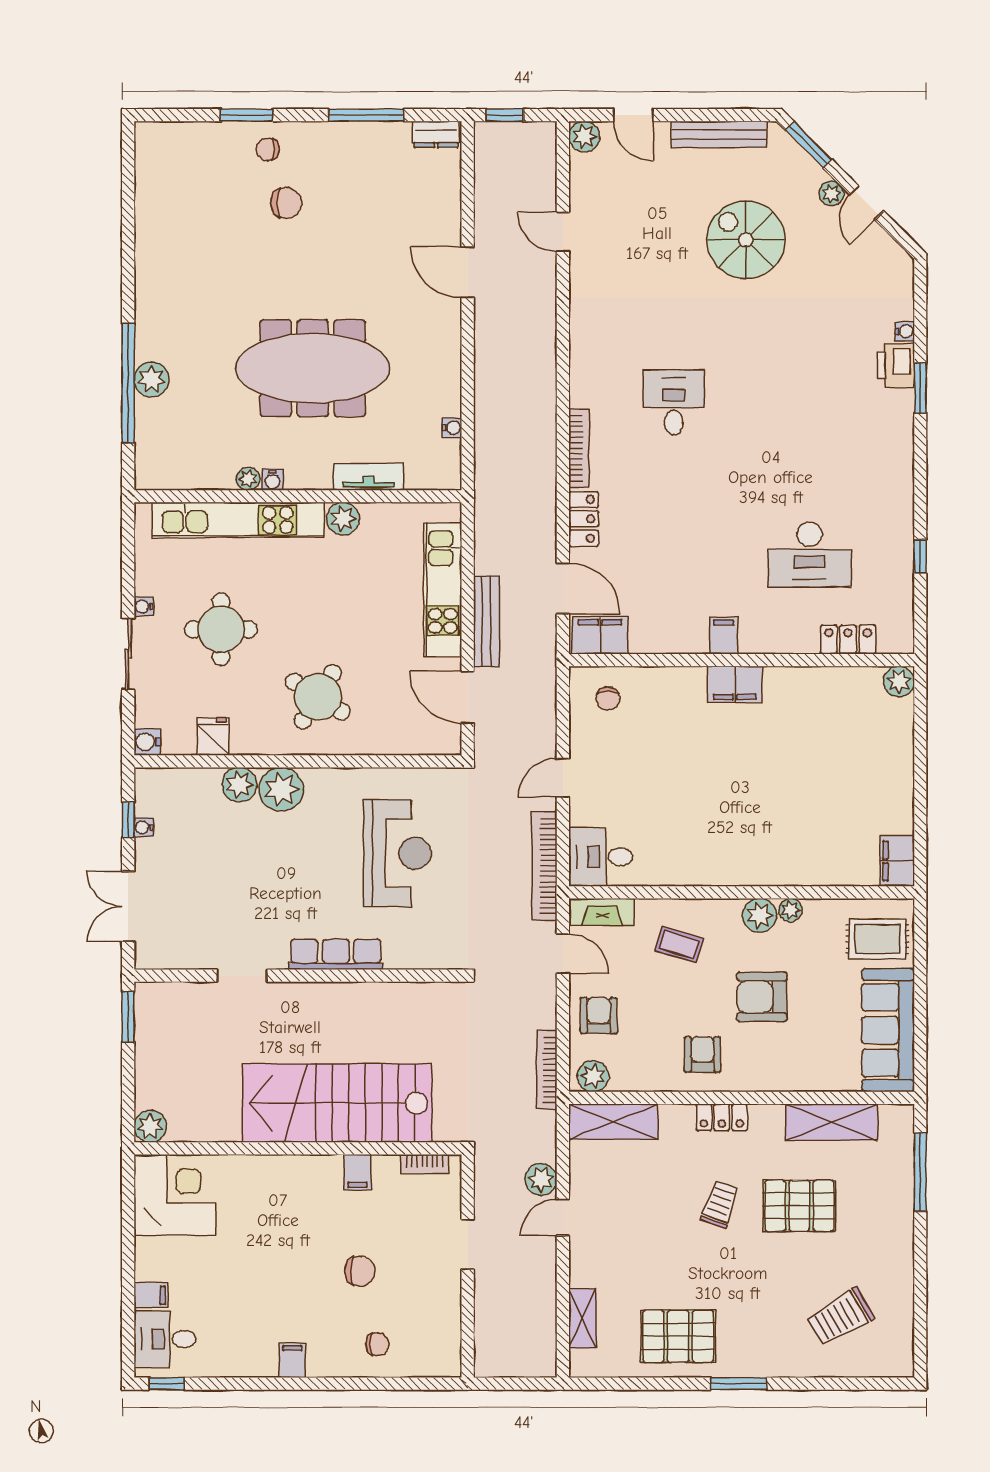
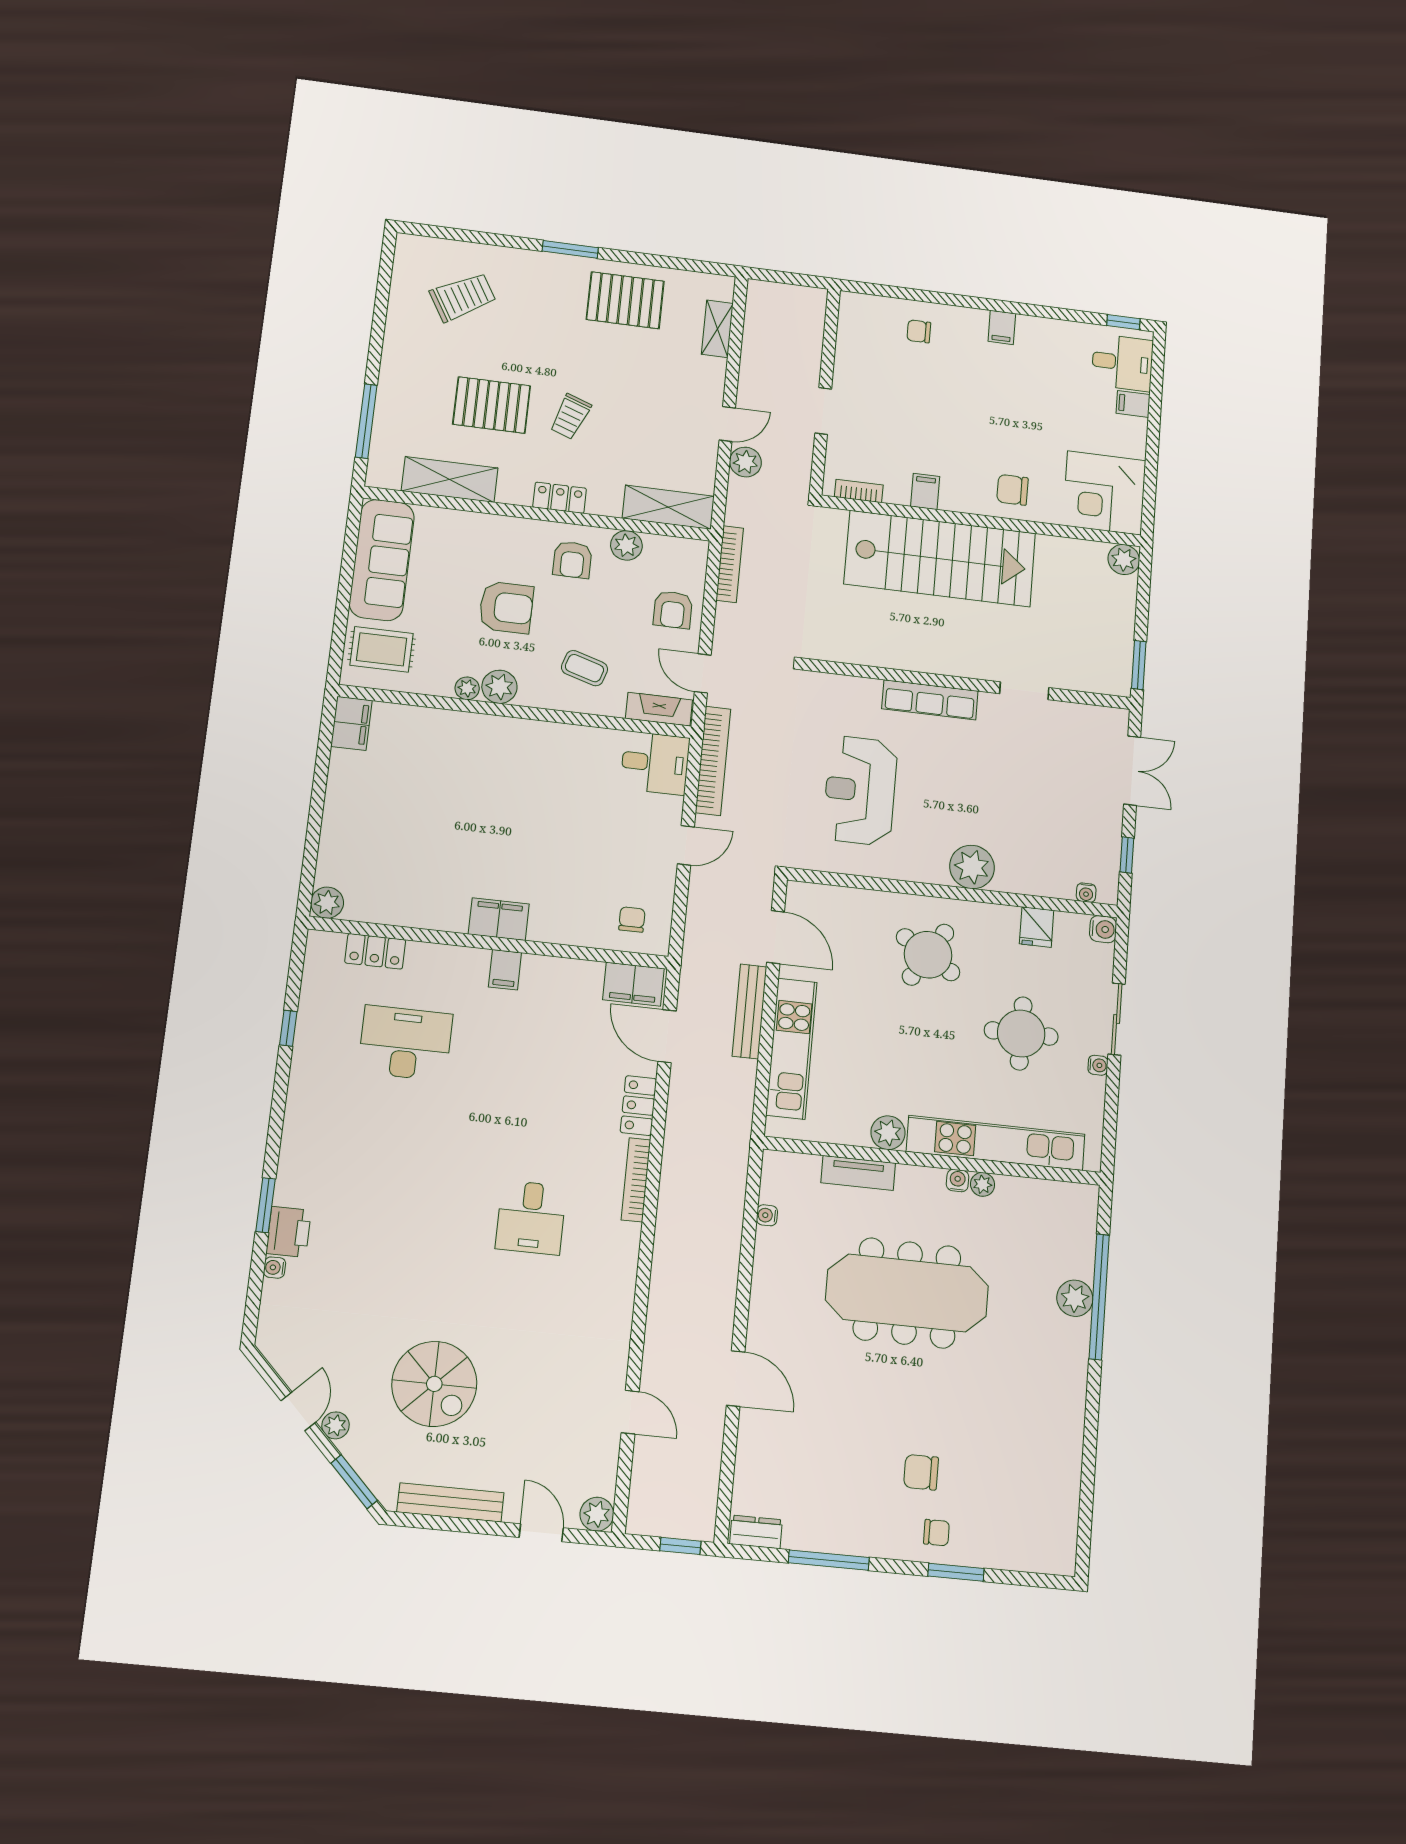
plant: (239, 785) -> (1014, 876), removed
water cooler: (144, 827) -> (1086, 893), moved, turned 90
plant: (593, 1076) -> (626, 545), moved
chair: (360, 1271) -> (1012, 490), moved

